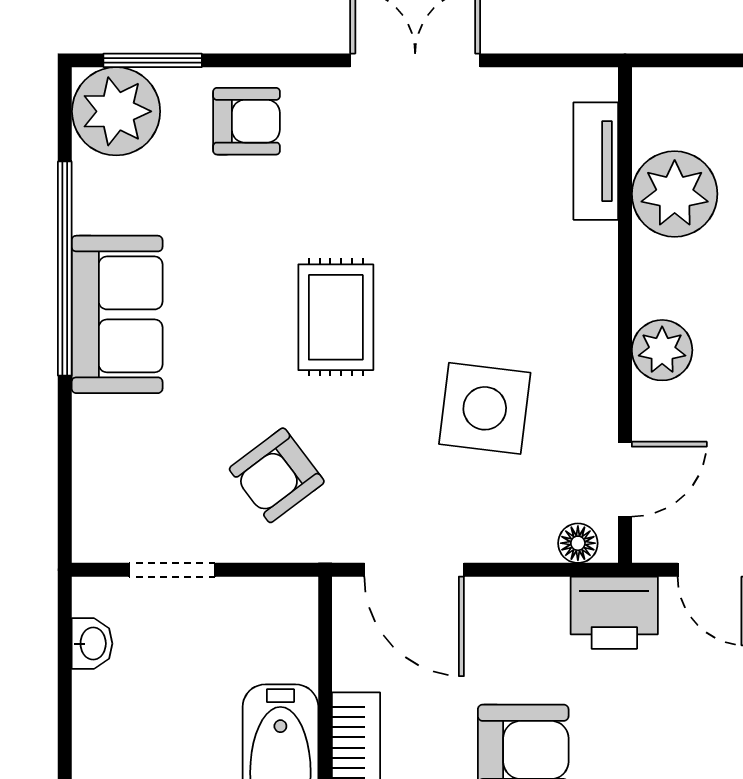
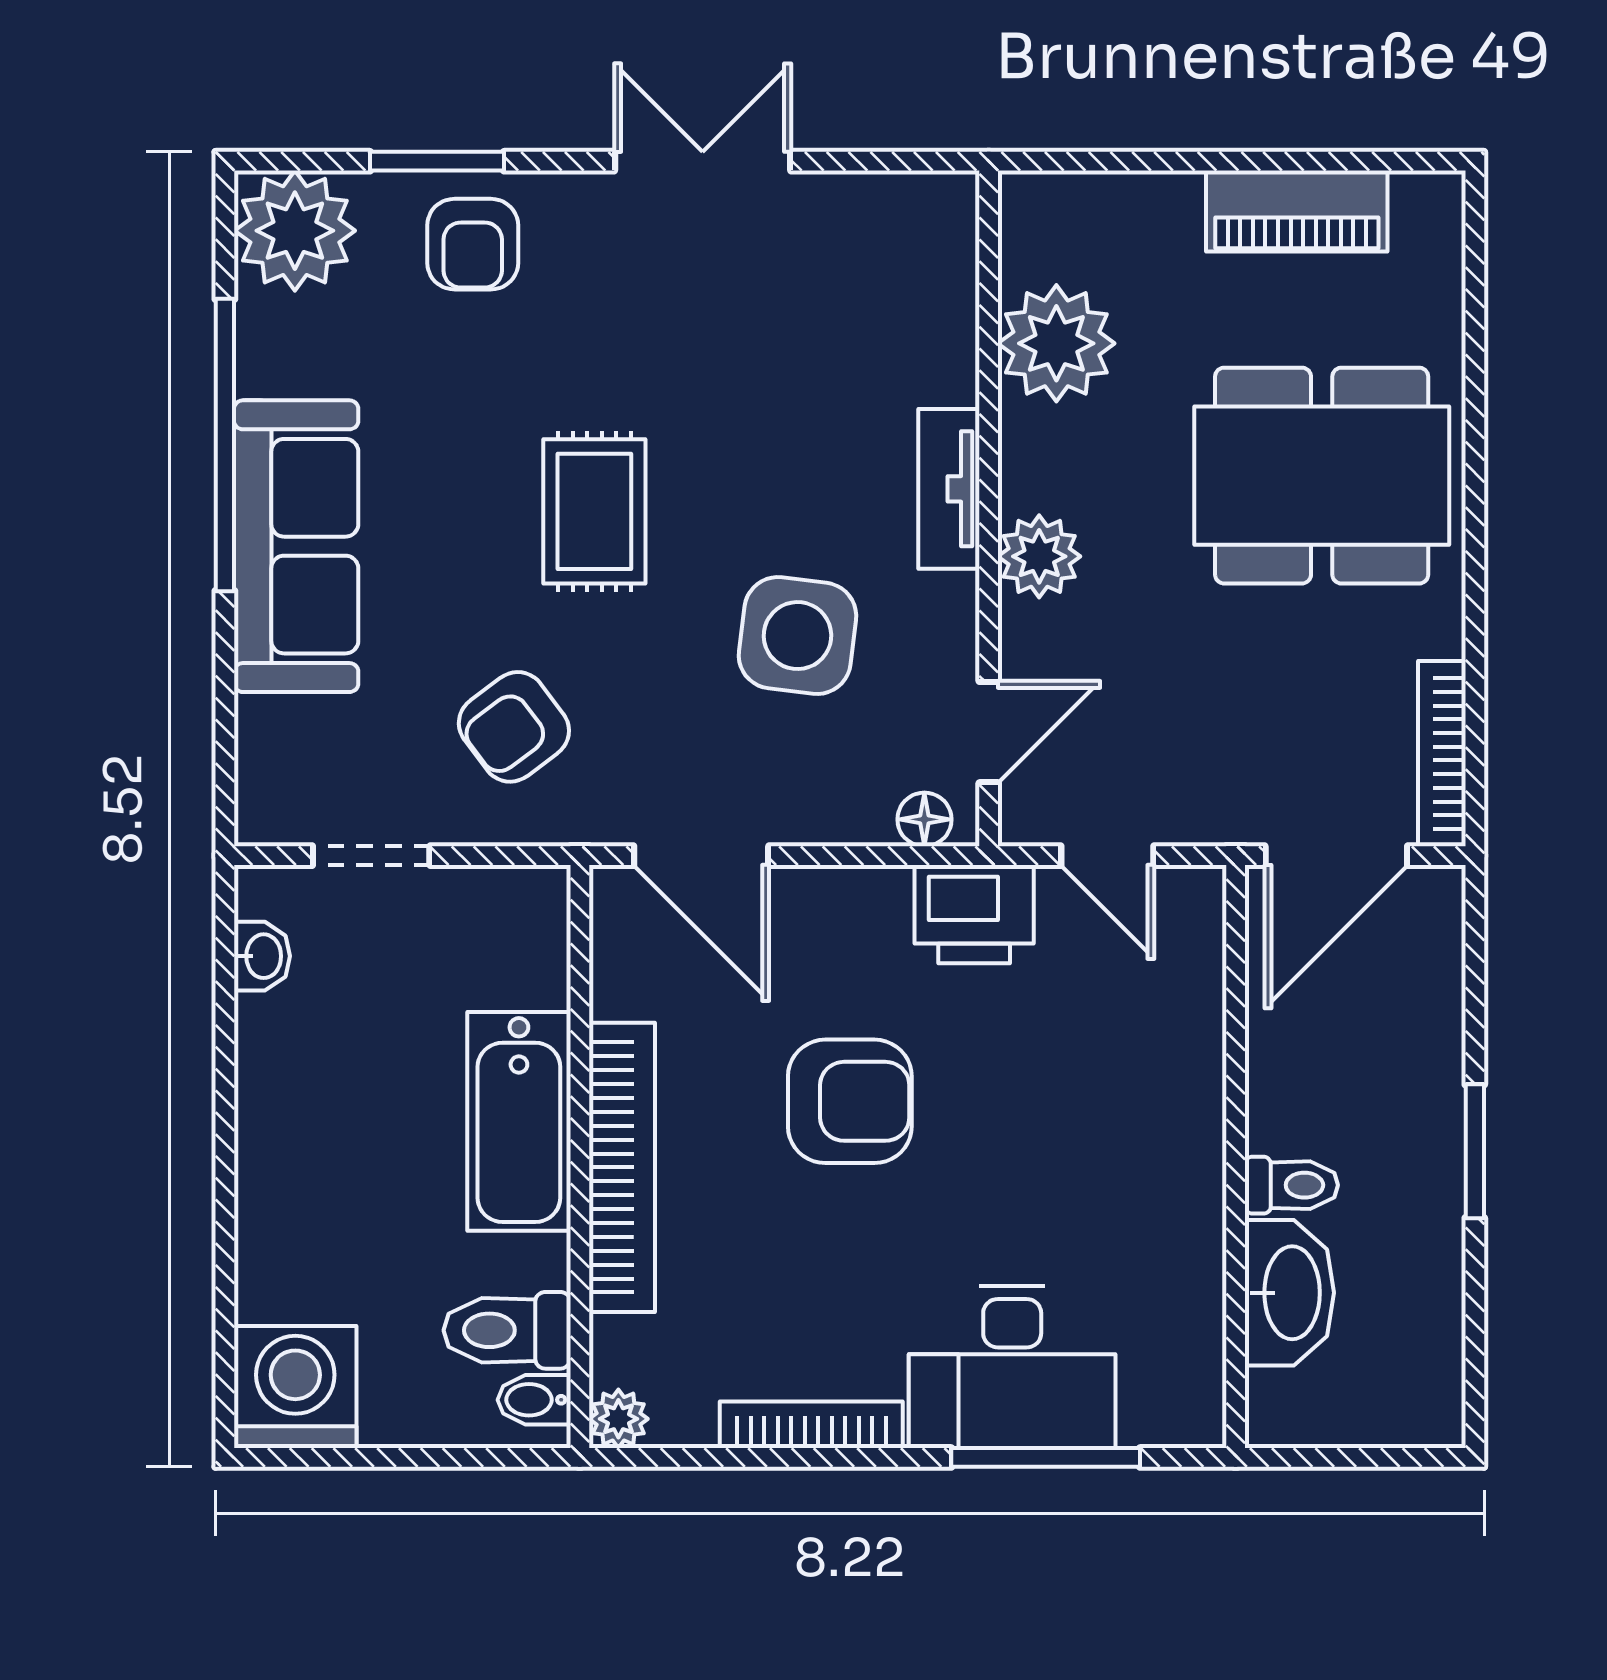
window: (153, 60) -> (437, 161), moved
armchair: (247, 121) -> (473, 244), turned 90
tv unit: (596, 161) -> (949, 489), moved
sofa: (117, 314) -> (296, 546), width x1.36

